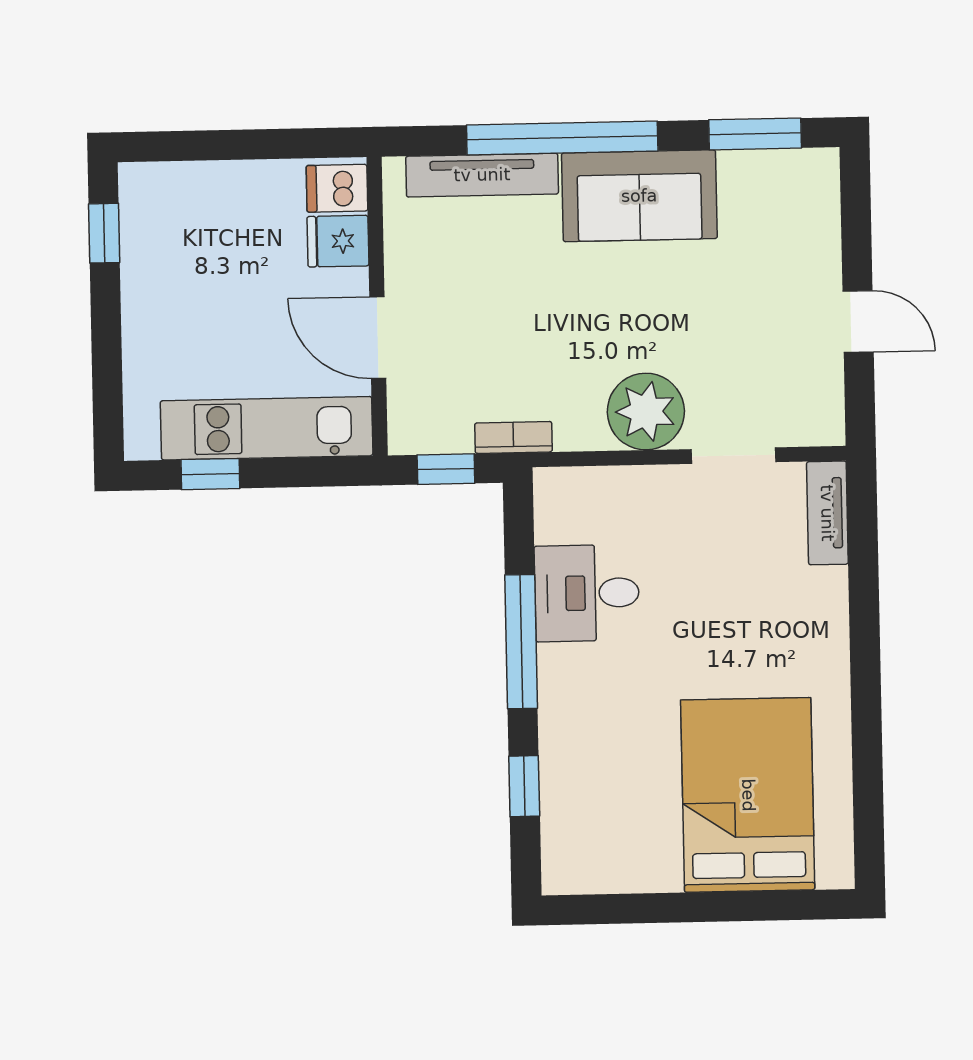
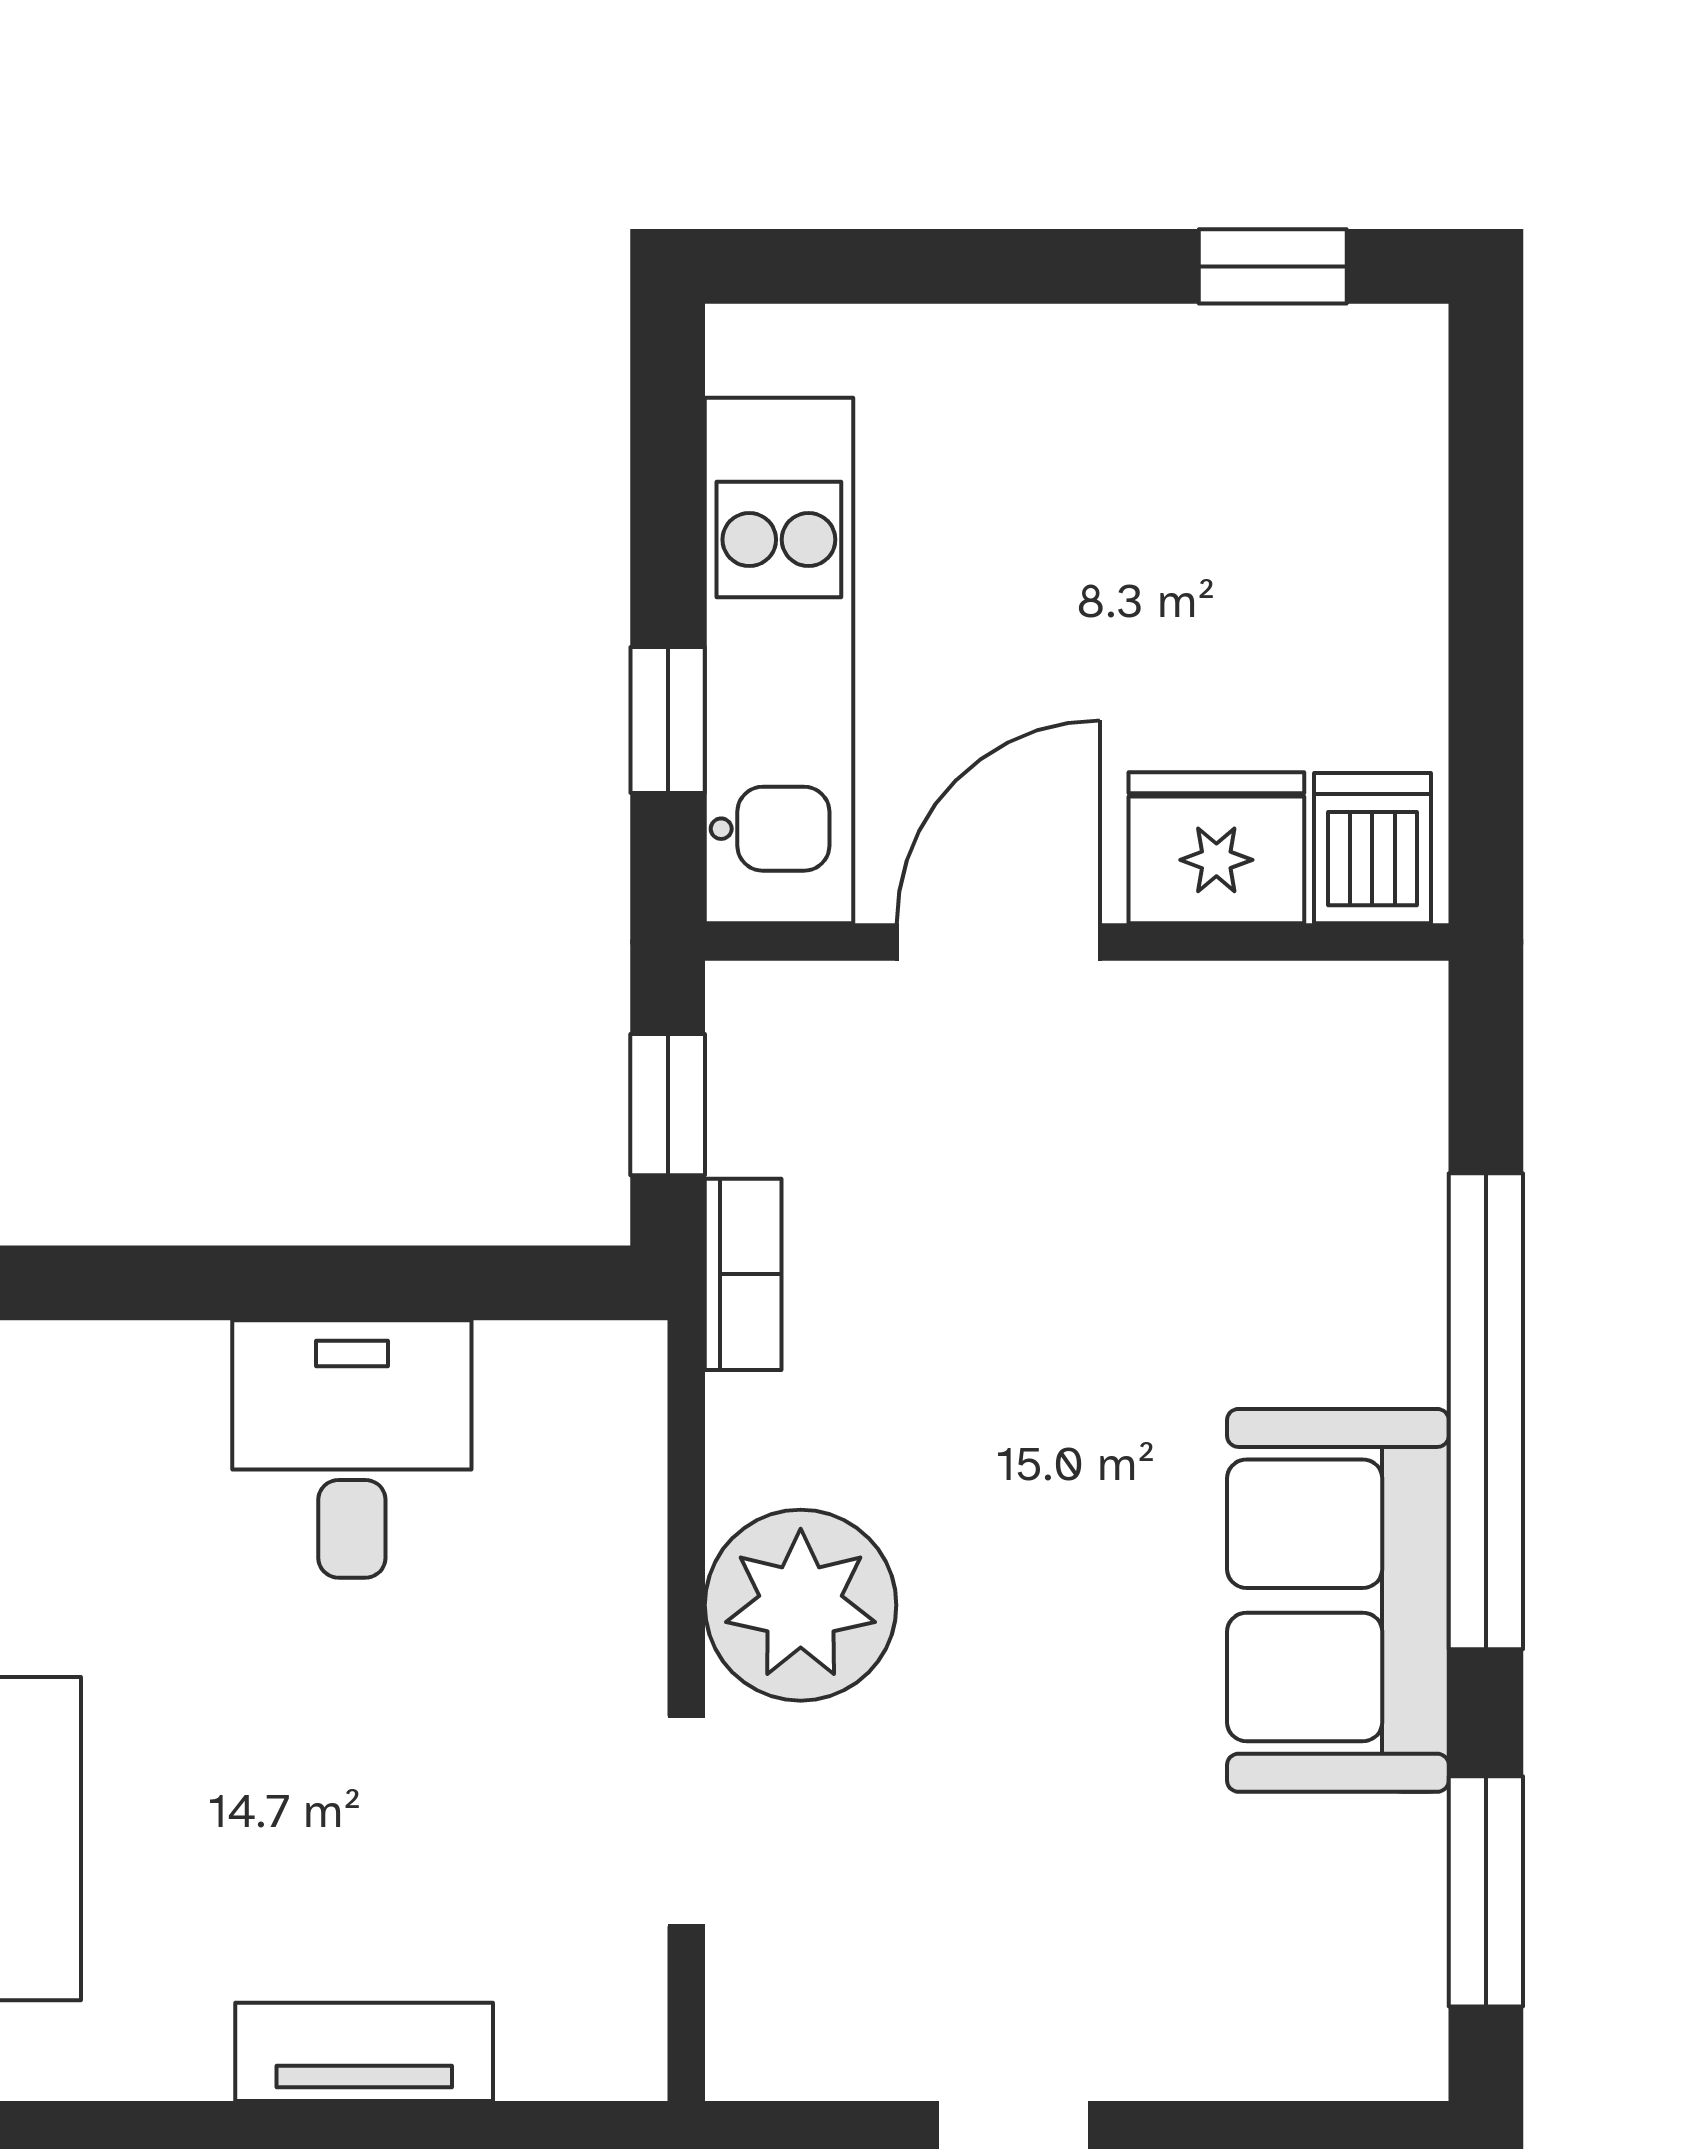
tv unit: (482, 175) -> (1397, 1210), removed
fridge: (338, 241) -> (1216, 848), width x1.38
window: (210, 474) -> (668, 720), moved
tv unit: (827, 513) -> (364, 2052), moved
window: (521, 642) -> (234, 1283), removed

